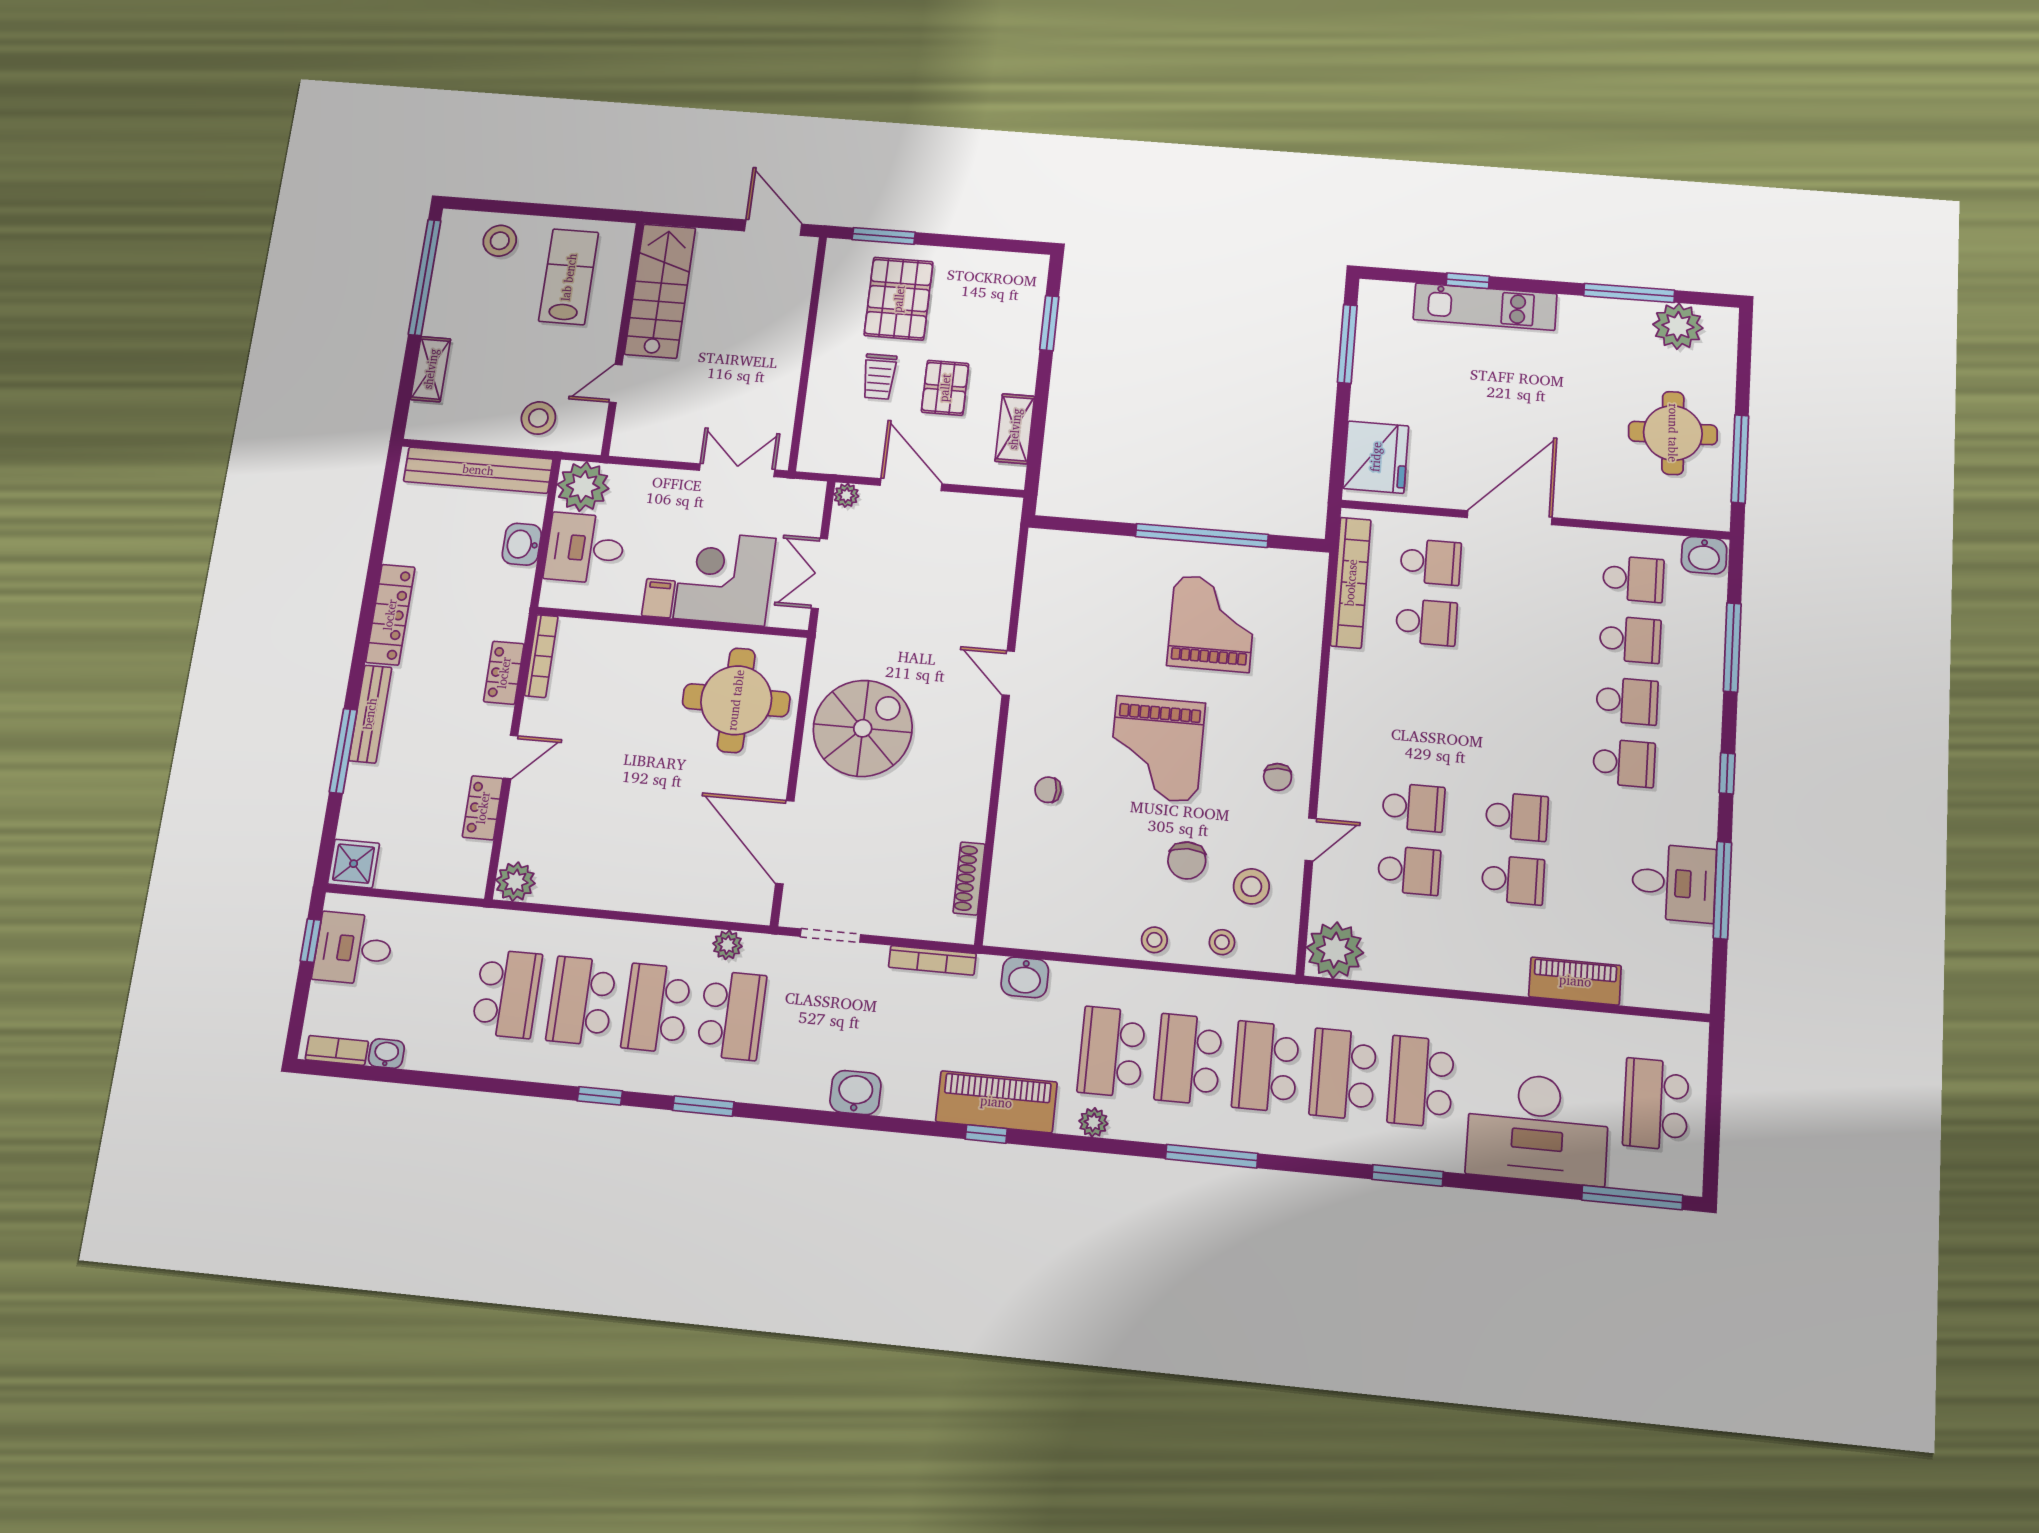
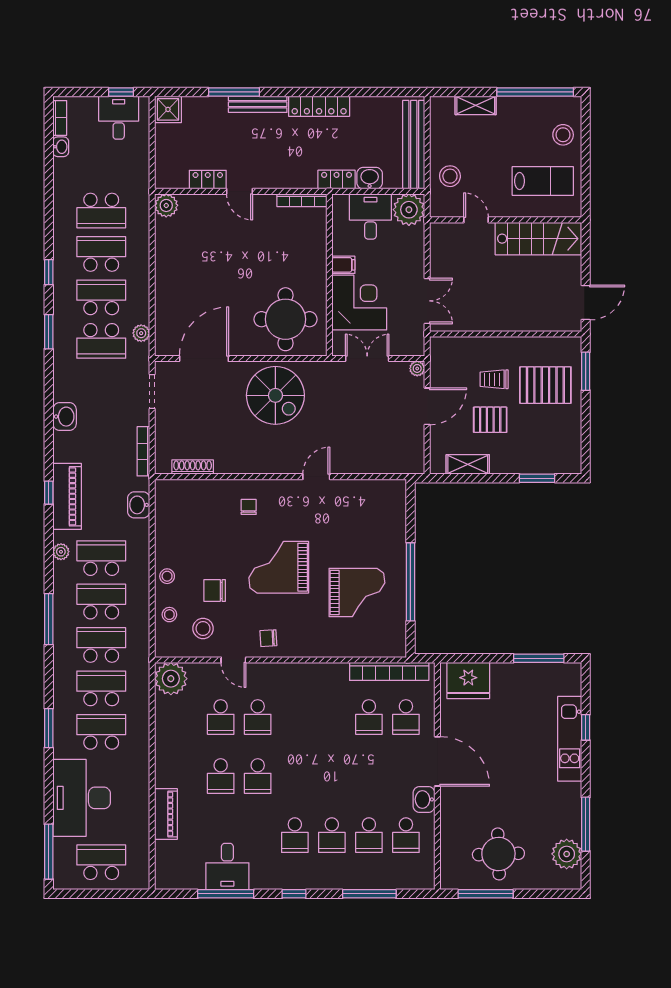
washbasin: (1704, 555) -> (424, 799), moved
locker: (504, 673) -> (337, 180), moved

